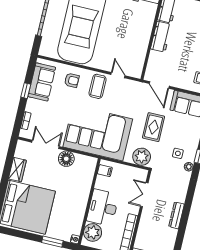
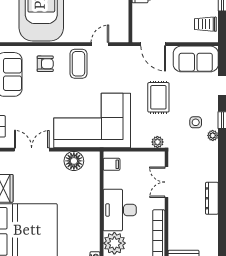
door: (118, 75) -> (100, 44), hinge flipped
plant: (142, 157) -> (157, 142), width x0.53, depth x0.53
floor lamp: (66, 159) -> (74, 161), moved

